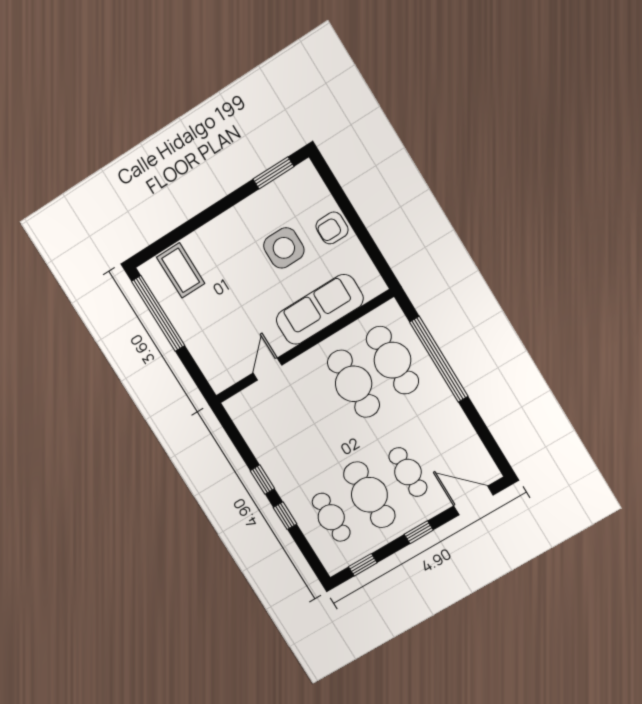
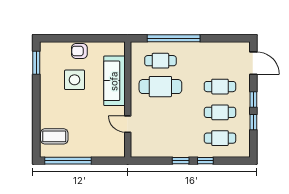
armchair: (332, 228) -> (79, 51), turned 90
cafe table: (392, 360) -> (160, 61), width x0.73, depth x0.74
cafe table: (369, 495) -> (220, 112), width x0.73, depth x0.74
door: (473, 501) -> (253, 63), swing flipped
window: (363, 565) -> (253, 122), moved

